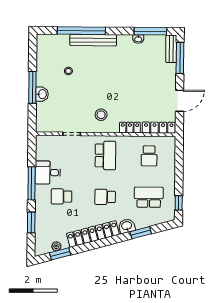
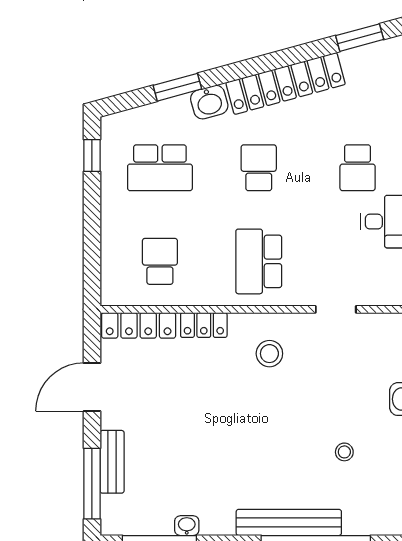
bench: (171, 49) -> (112, 462), moved
school desk: (61, 196) -> (358, 168), turned 90
school desk: (105, 197) -> (259, 168), turned -90
plant: (56, 246) -> (368, 55), removed

